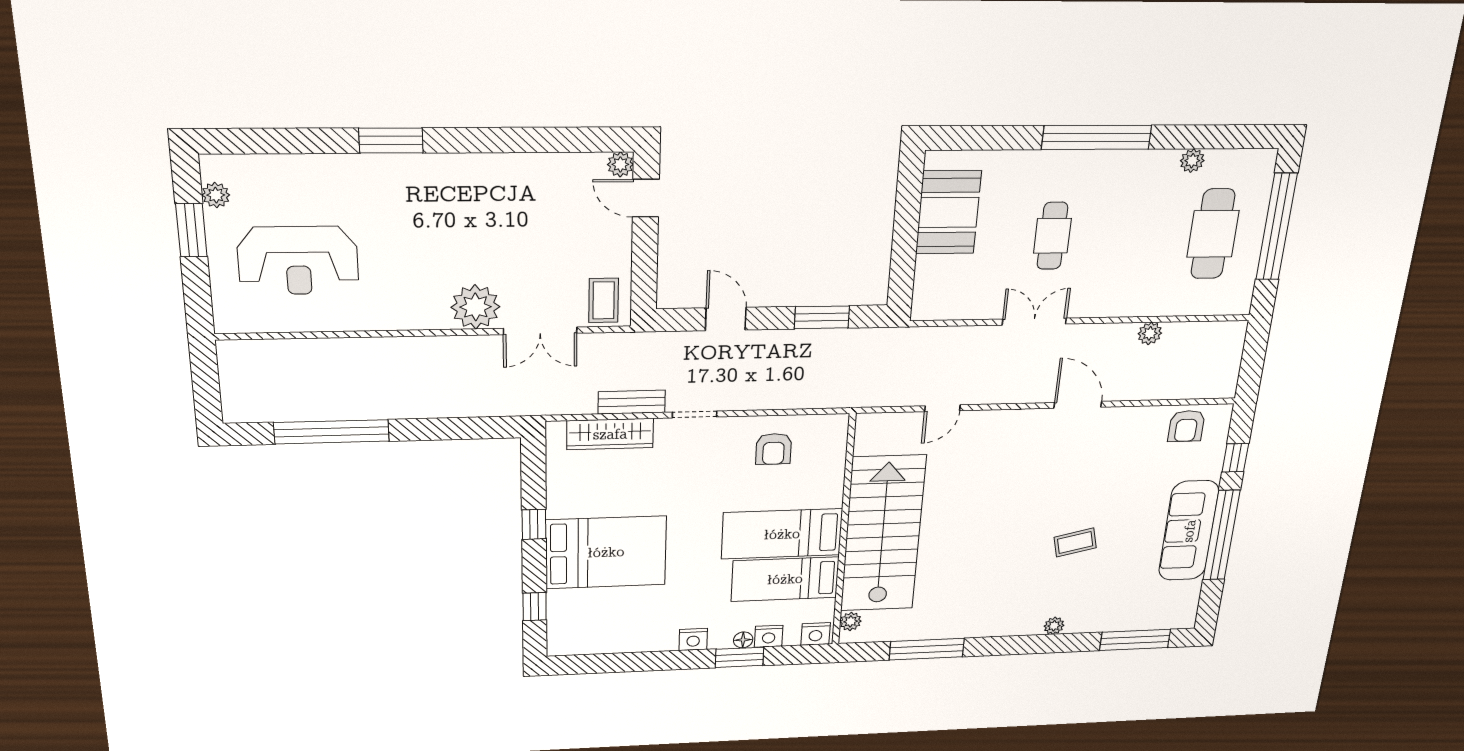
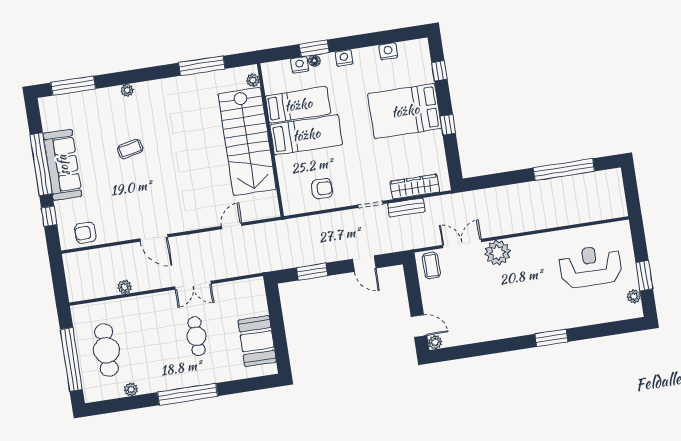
armchair: (1186, 426) -> (85, 233), turned -90
armchair: (774, 449) -> (322, 189), turned 91
nightstand: (816, 634) -> (388, 51), moved

